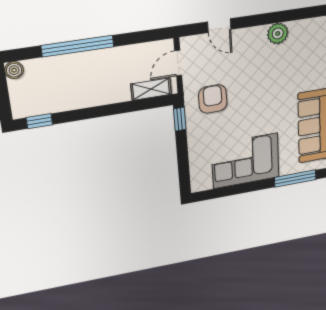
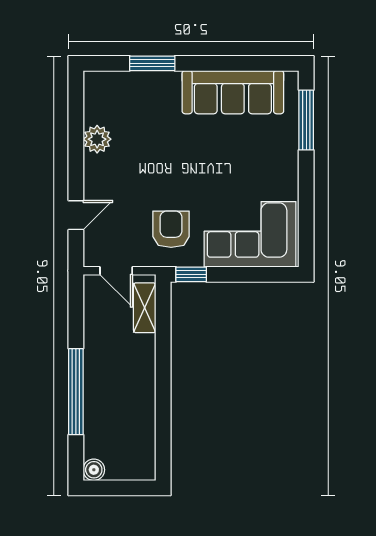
armchair: (213, 99) -> (171, 229), turned 91
window: (39, 121) -> (163, 449), removed
corner sofa: (245, 161) -> (250, 234), moved, turned 90

